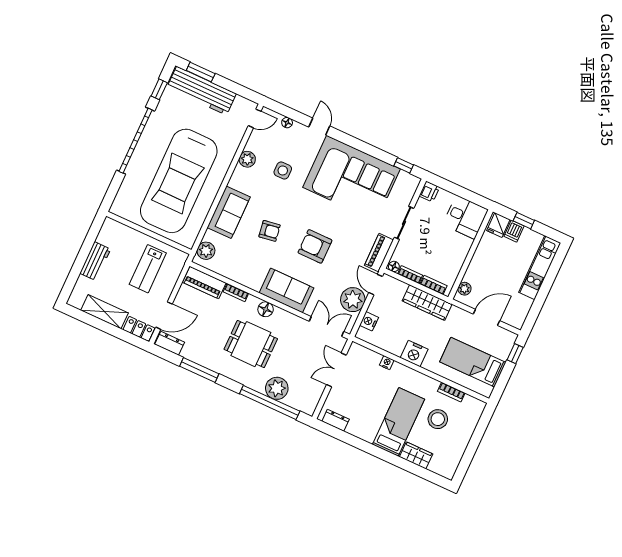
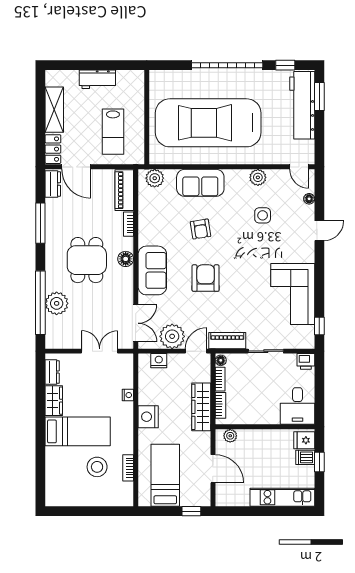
corner sofa: (351, 178) -> (293, 294), width x0.73, depth x0.74
lab bench: (148, 269) -> (113, 132), turned -90
wardrobe: (416, 455) -> (54, 401), moved

